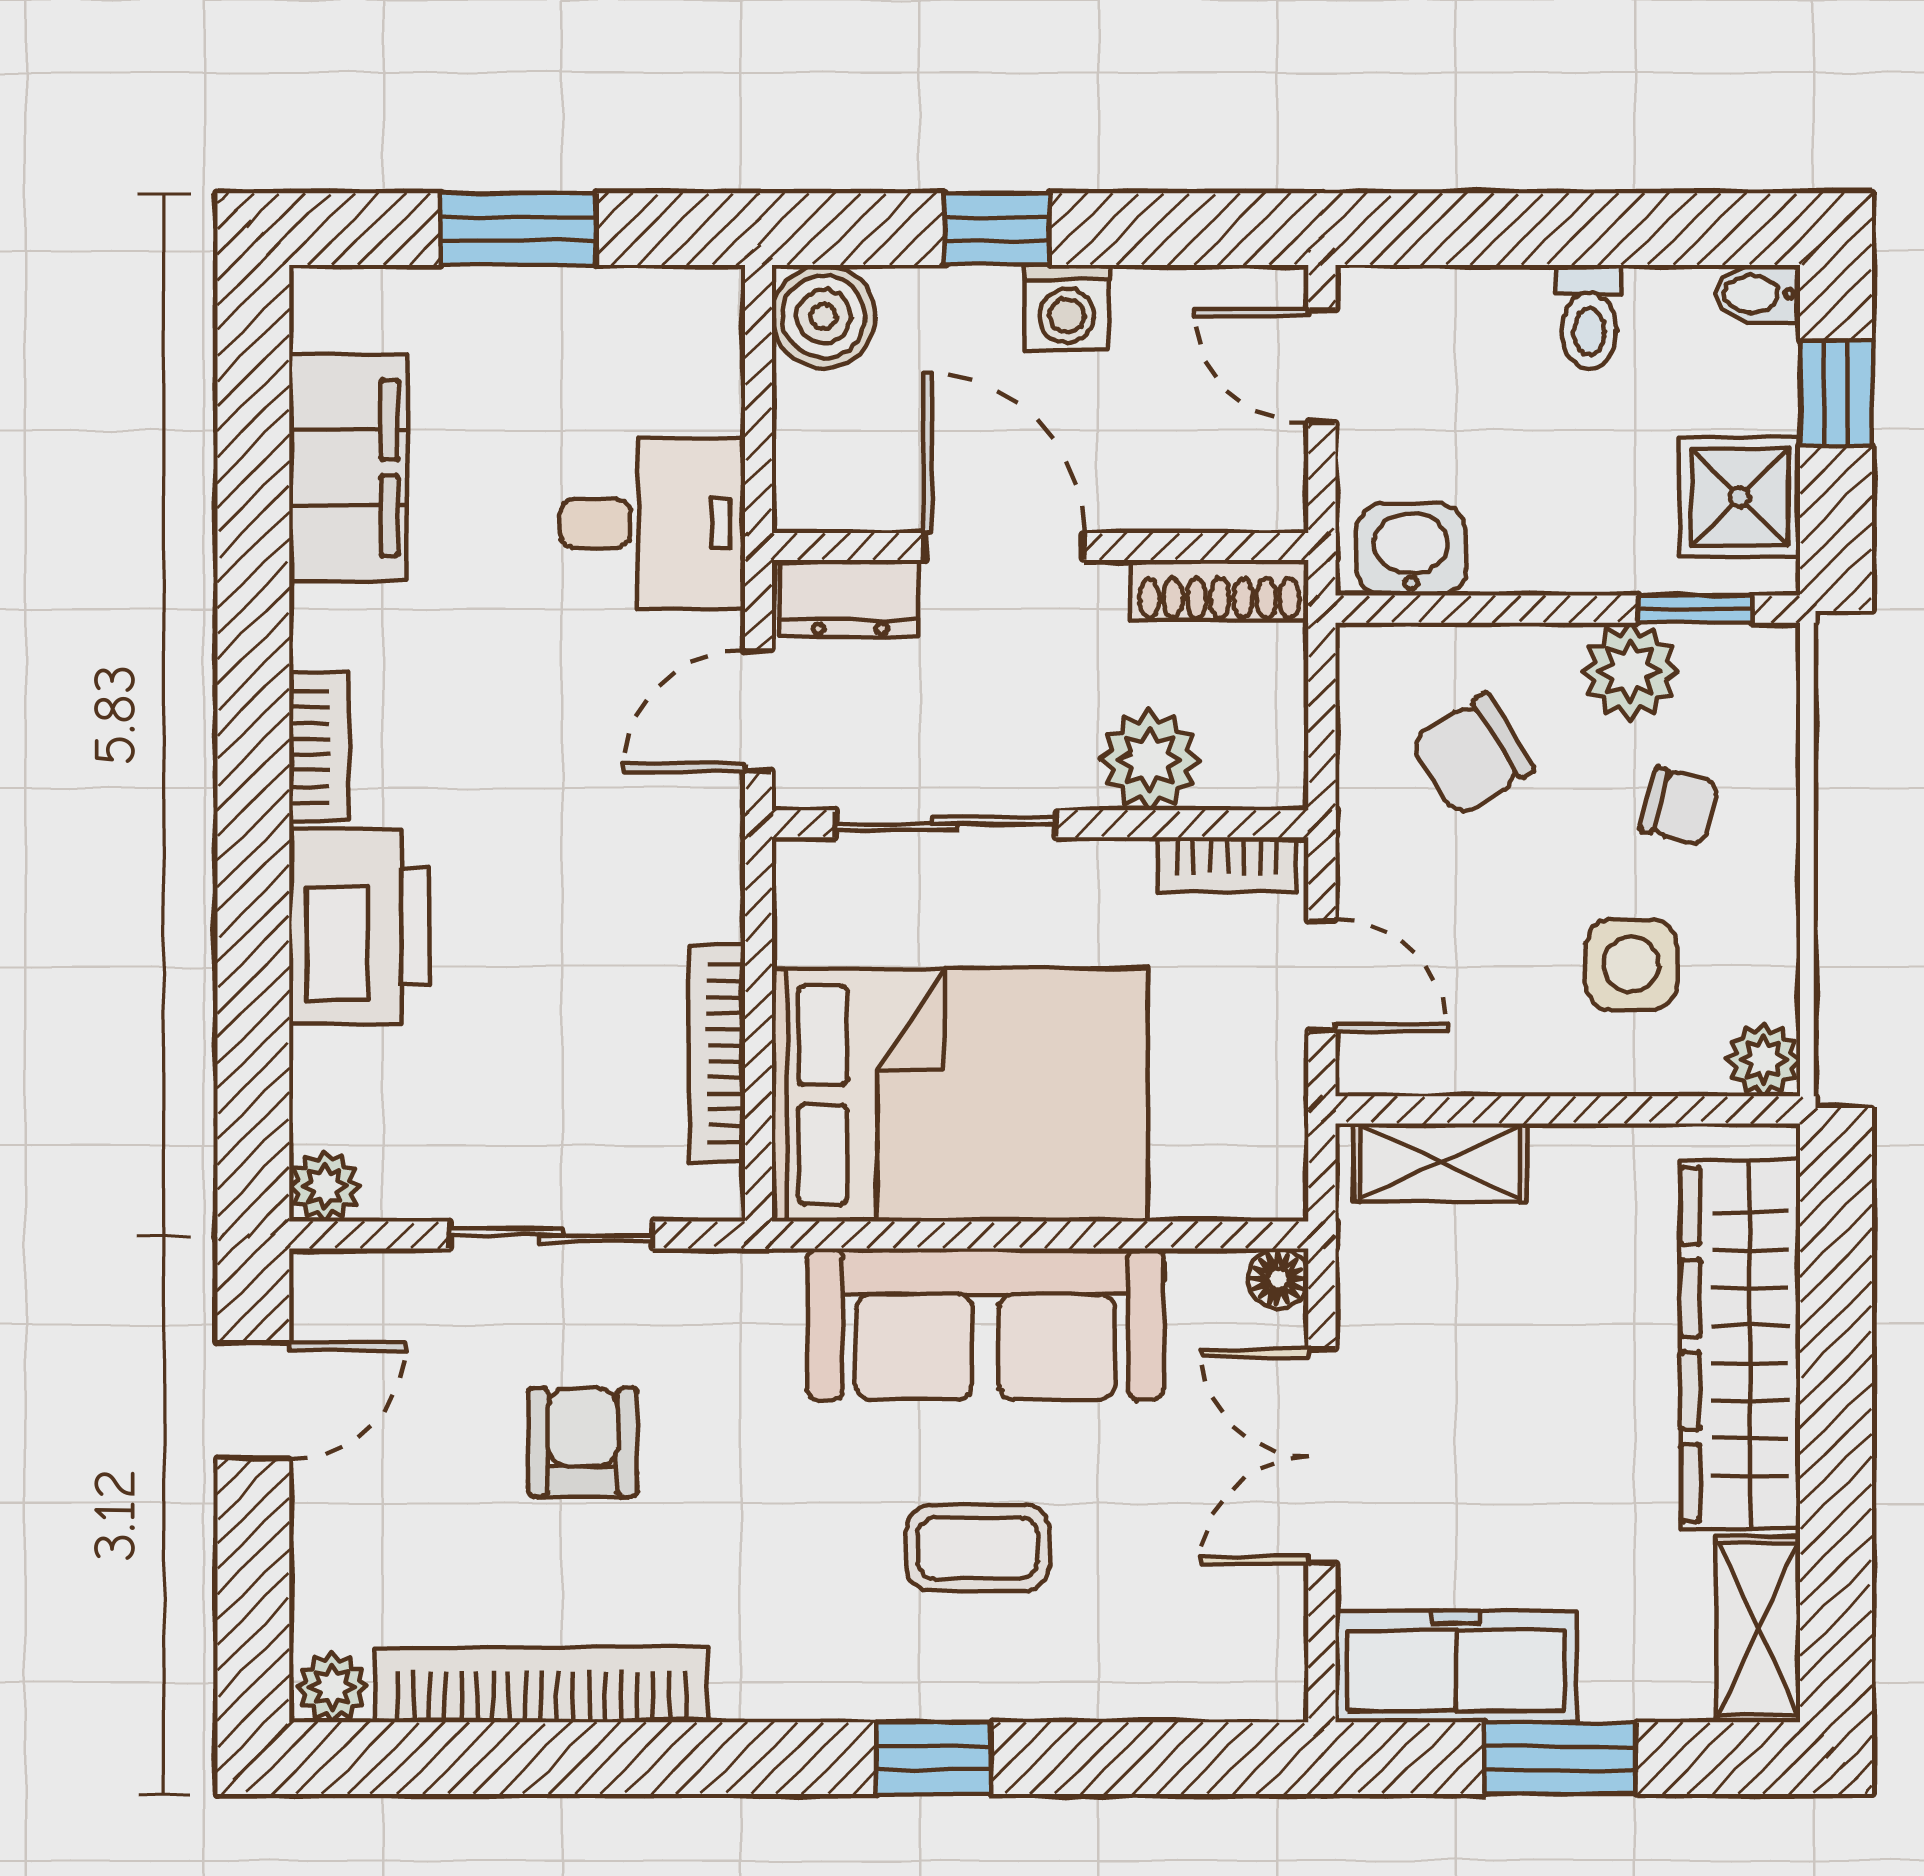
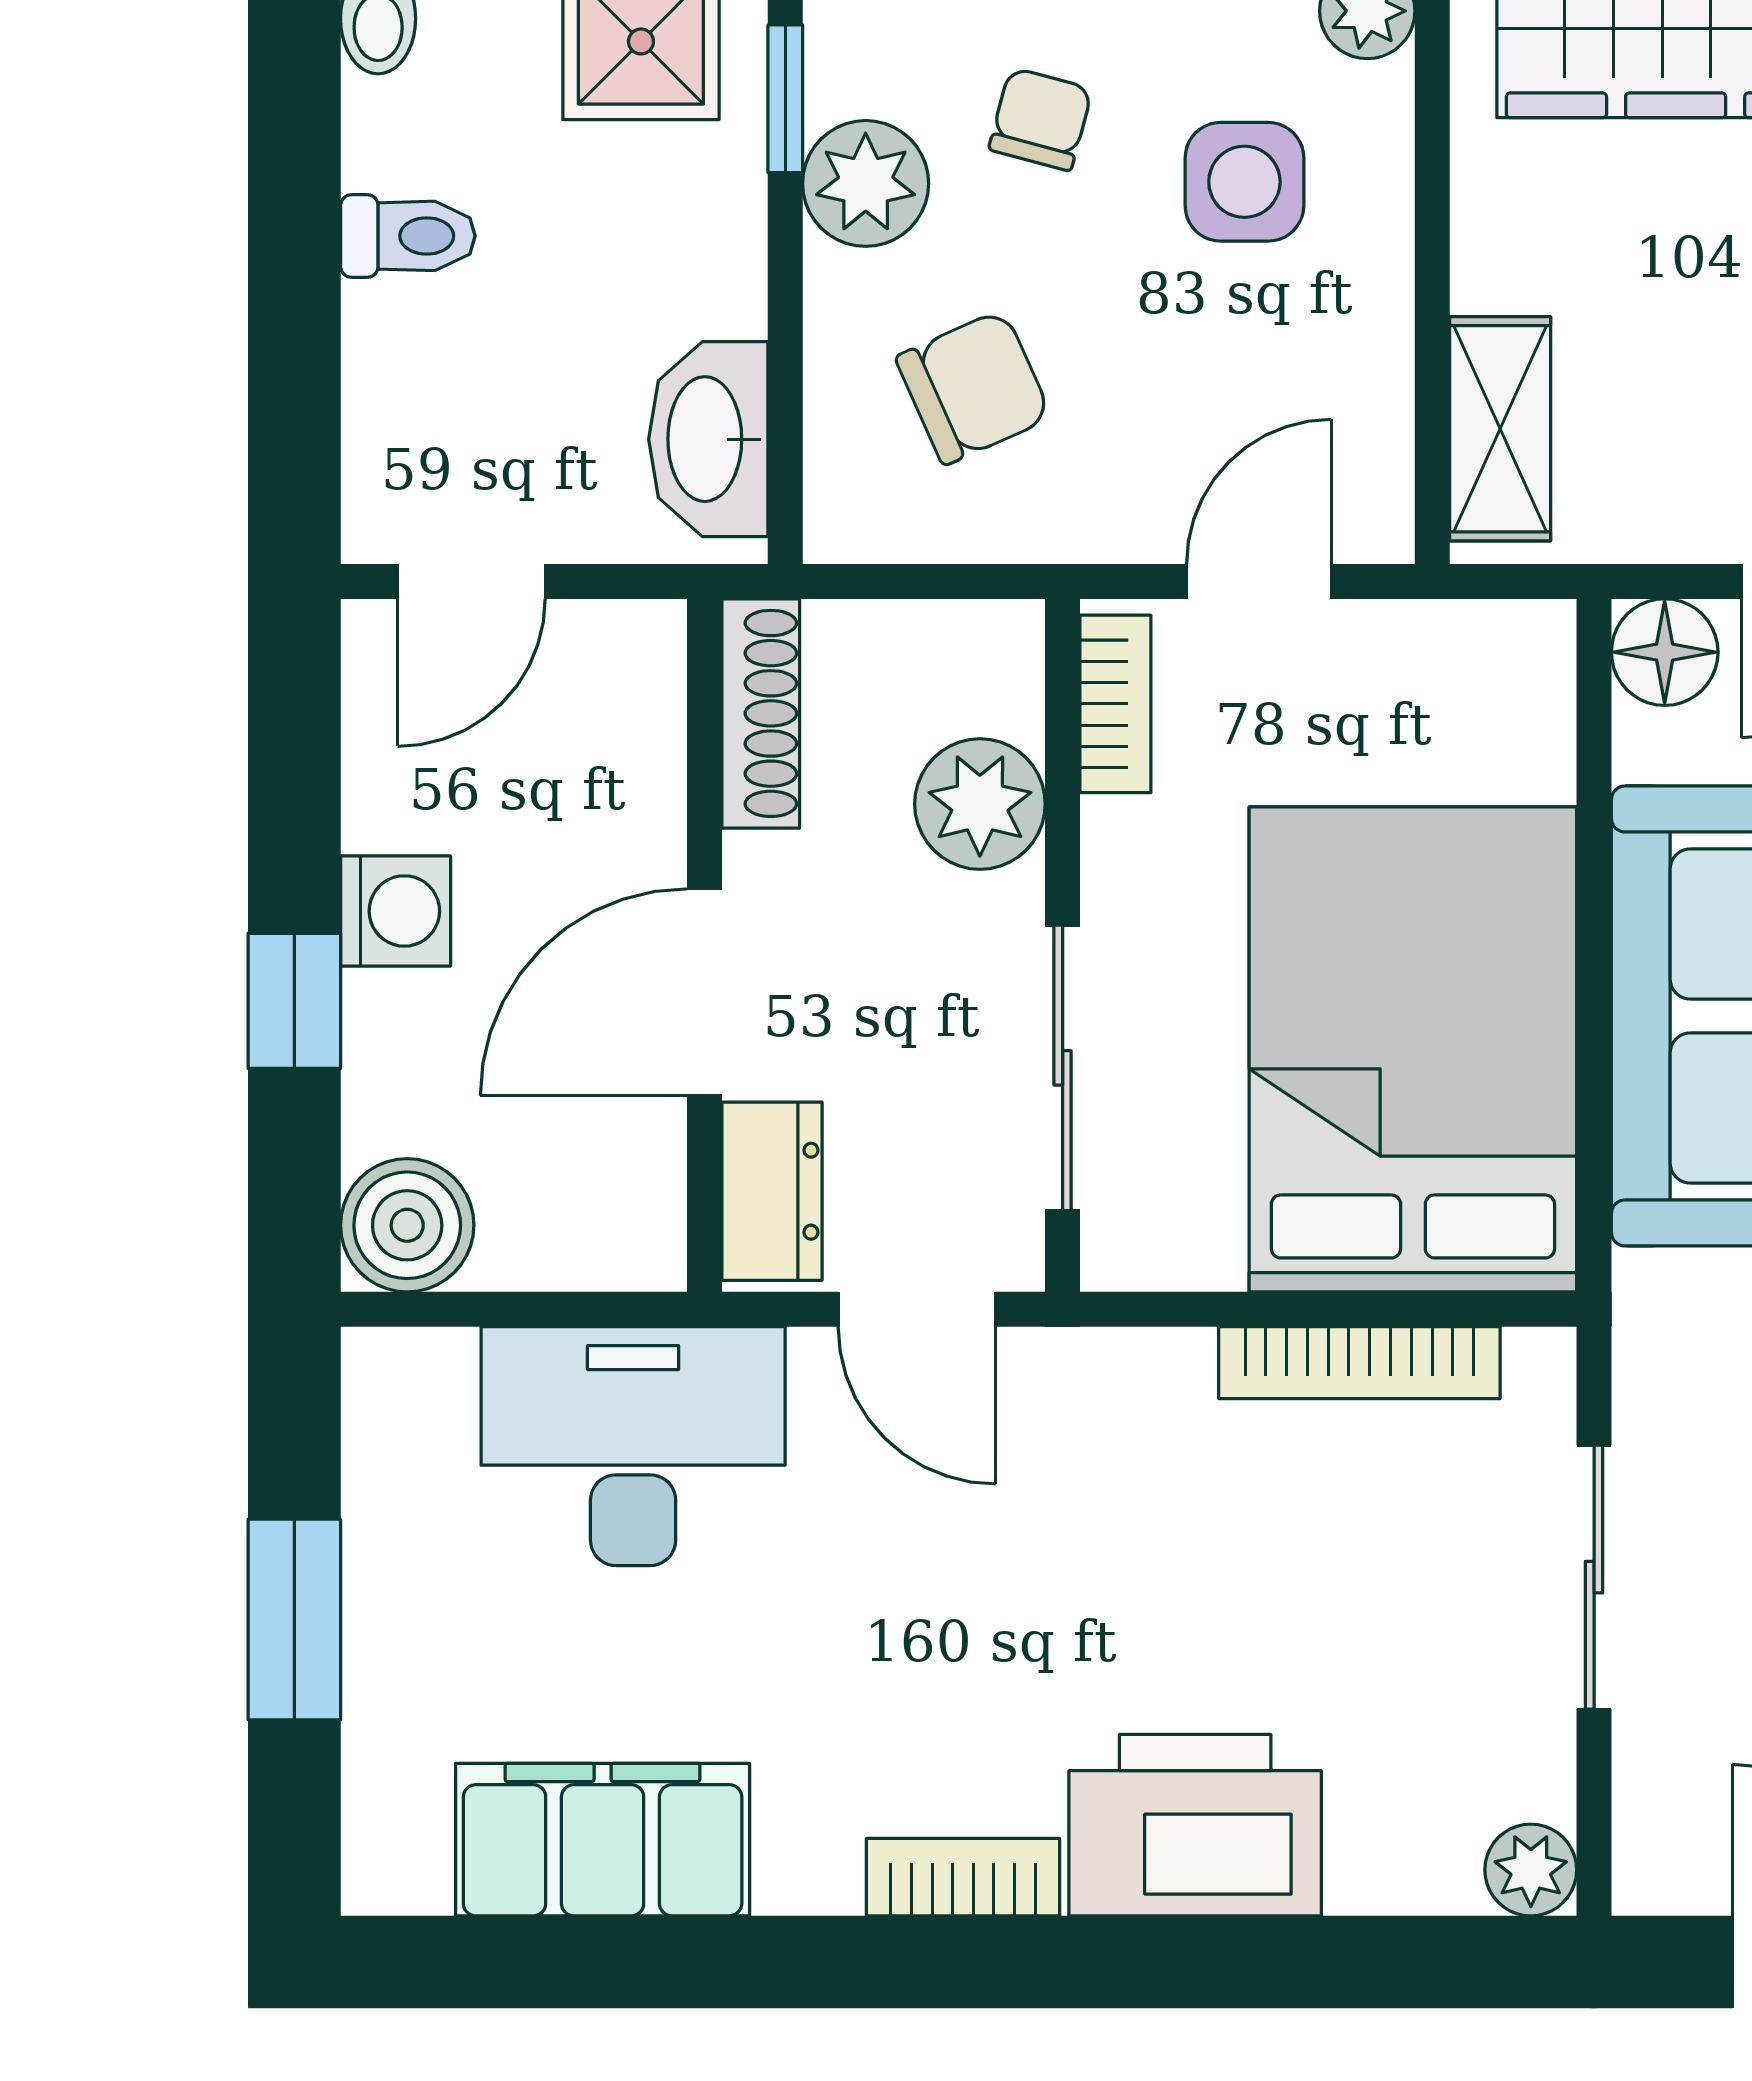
desk: (653, 523) -> (633, 1446), width x1.37
washbasin: (1411, 550) -> (708, 439), width x1.38
chair: (1472, 755) -> (974, 387), turned -82
floor lamp: (1278, 1279) -> (1665, 652), width x1.37, depth x1.37

